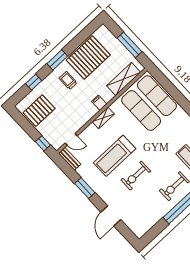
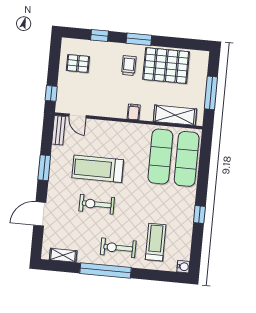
pallet: (39, 111) -> (78, 63), width x0.67, depth x0.71
shelving: (103, 118) -> (63, 255), moved

